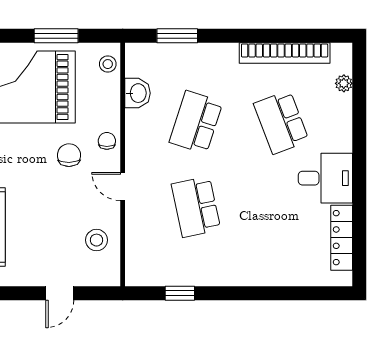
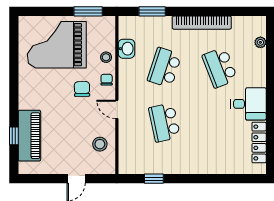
window: (56, 36) -> (88, 11), moved
bookcase: (285, 53) -> (202, 23), moved
stool: (108, 64) -> (106, 57), moved

